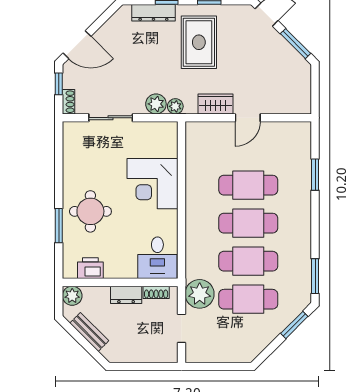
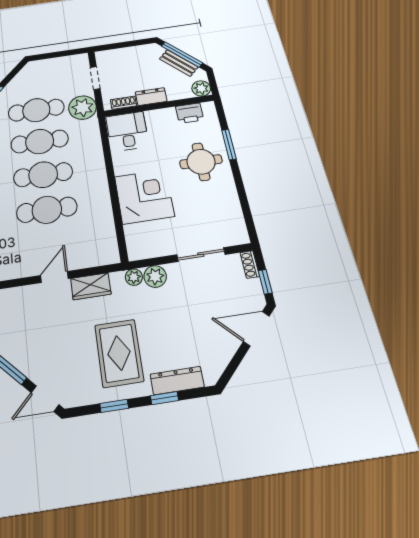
window: (84, 342) -> (182, 54), added

